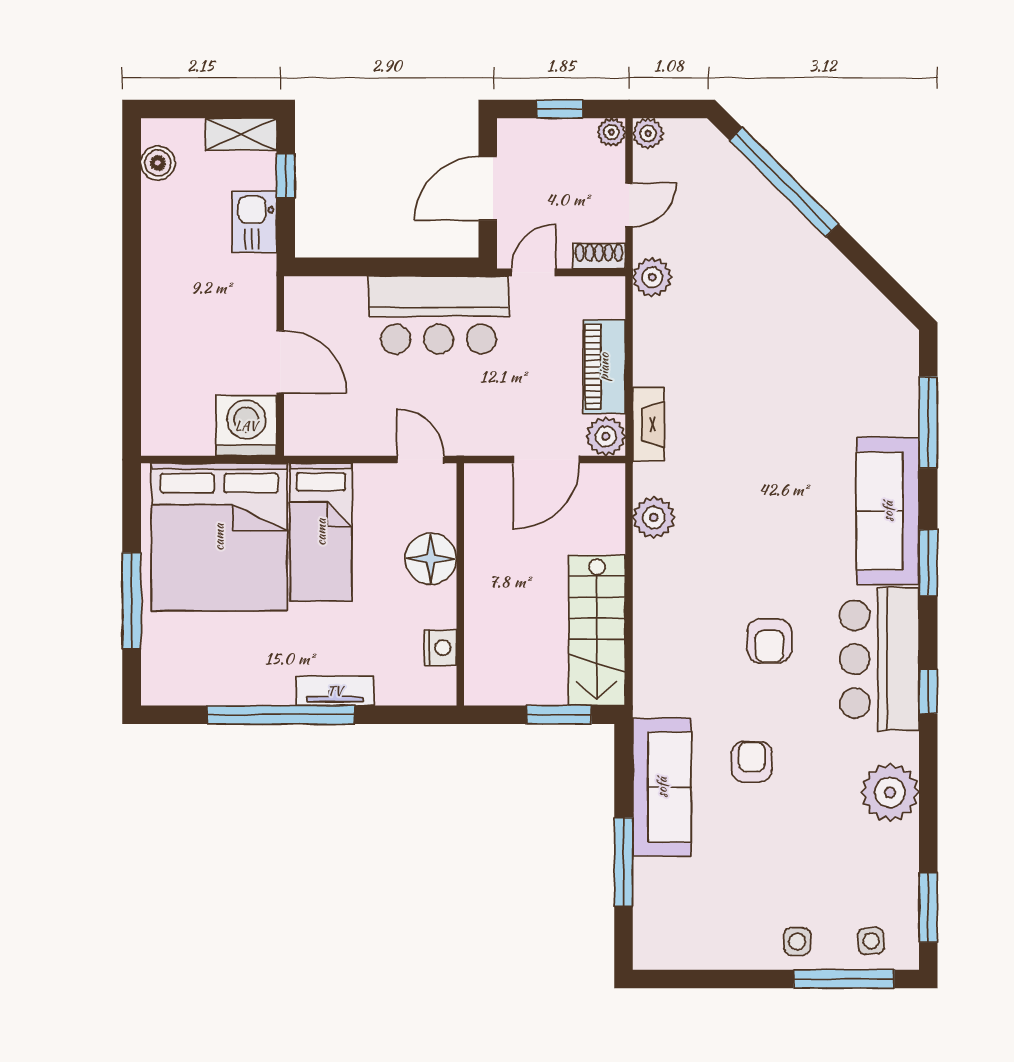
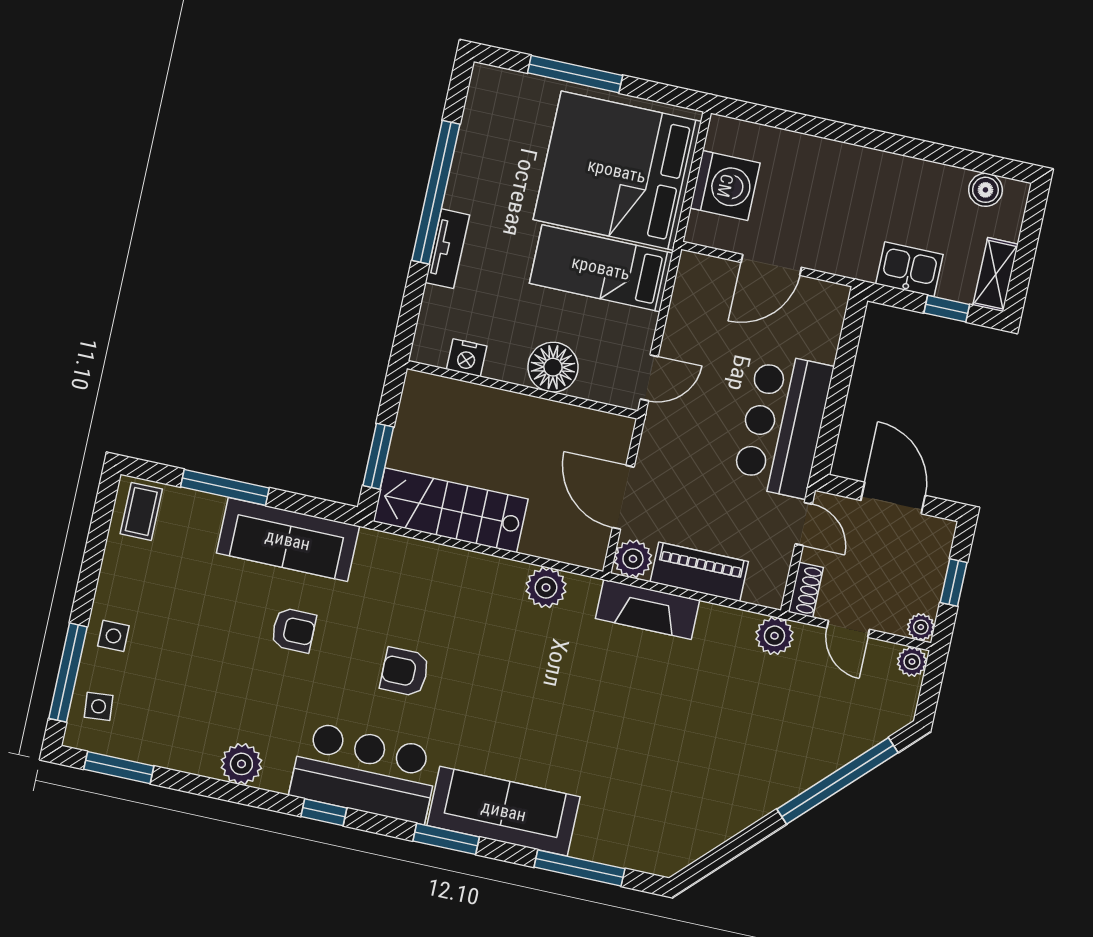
fireplace: (648, 424) -> (647, 609), width x1.37, depth x1.32
washing machine: (246, 426) -> (725, 186), moved
plant: (890, 792) -> (241, 764), width x0.73, depth x0.73
coffee table: (666, 941) -> (141, 511), added

